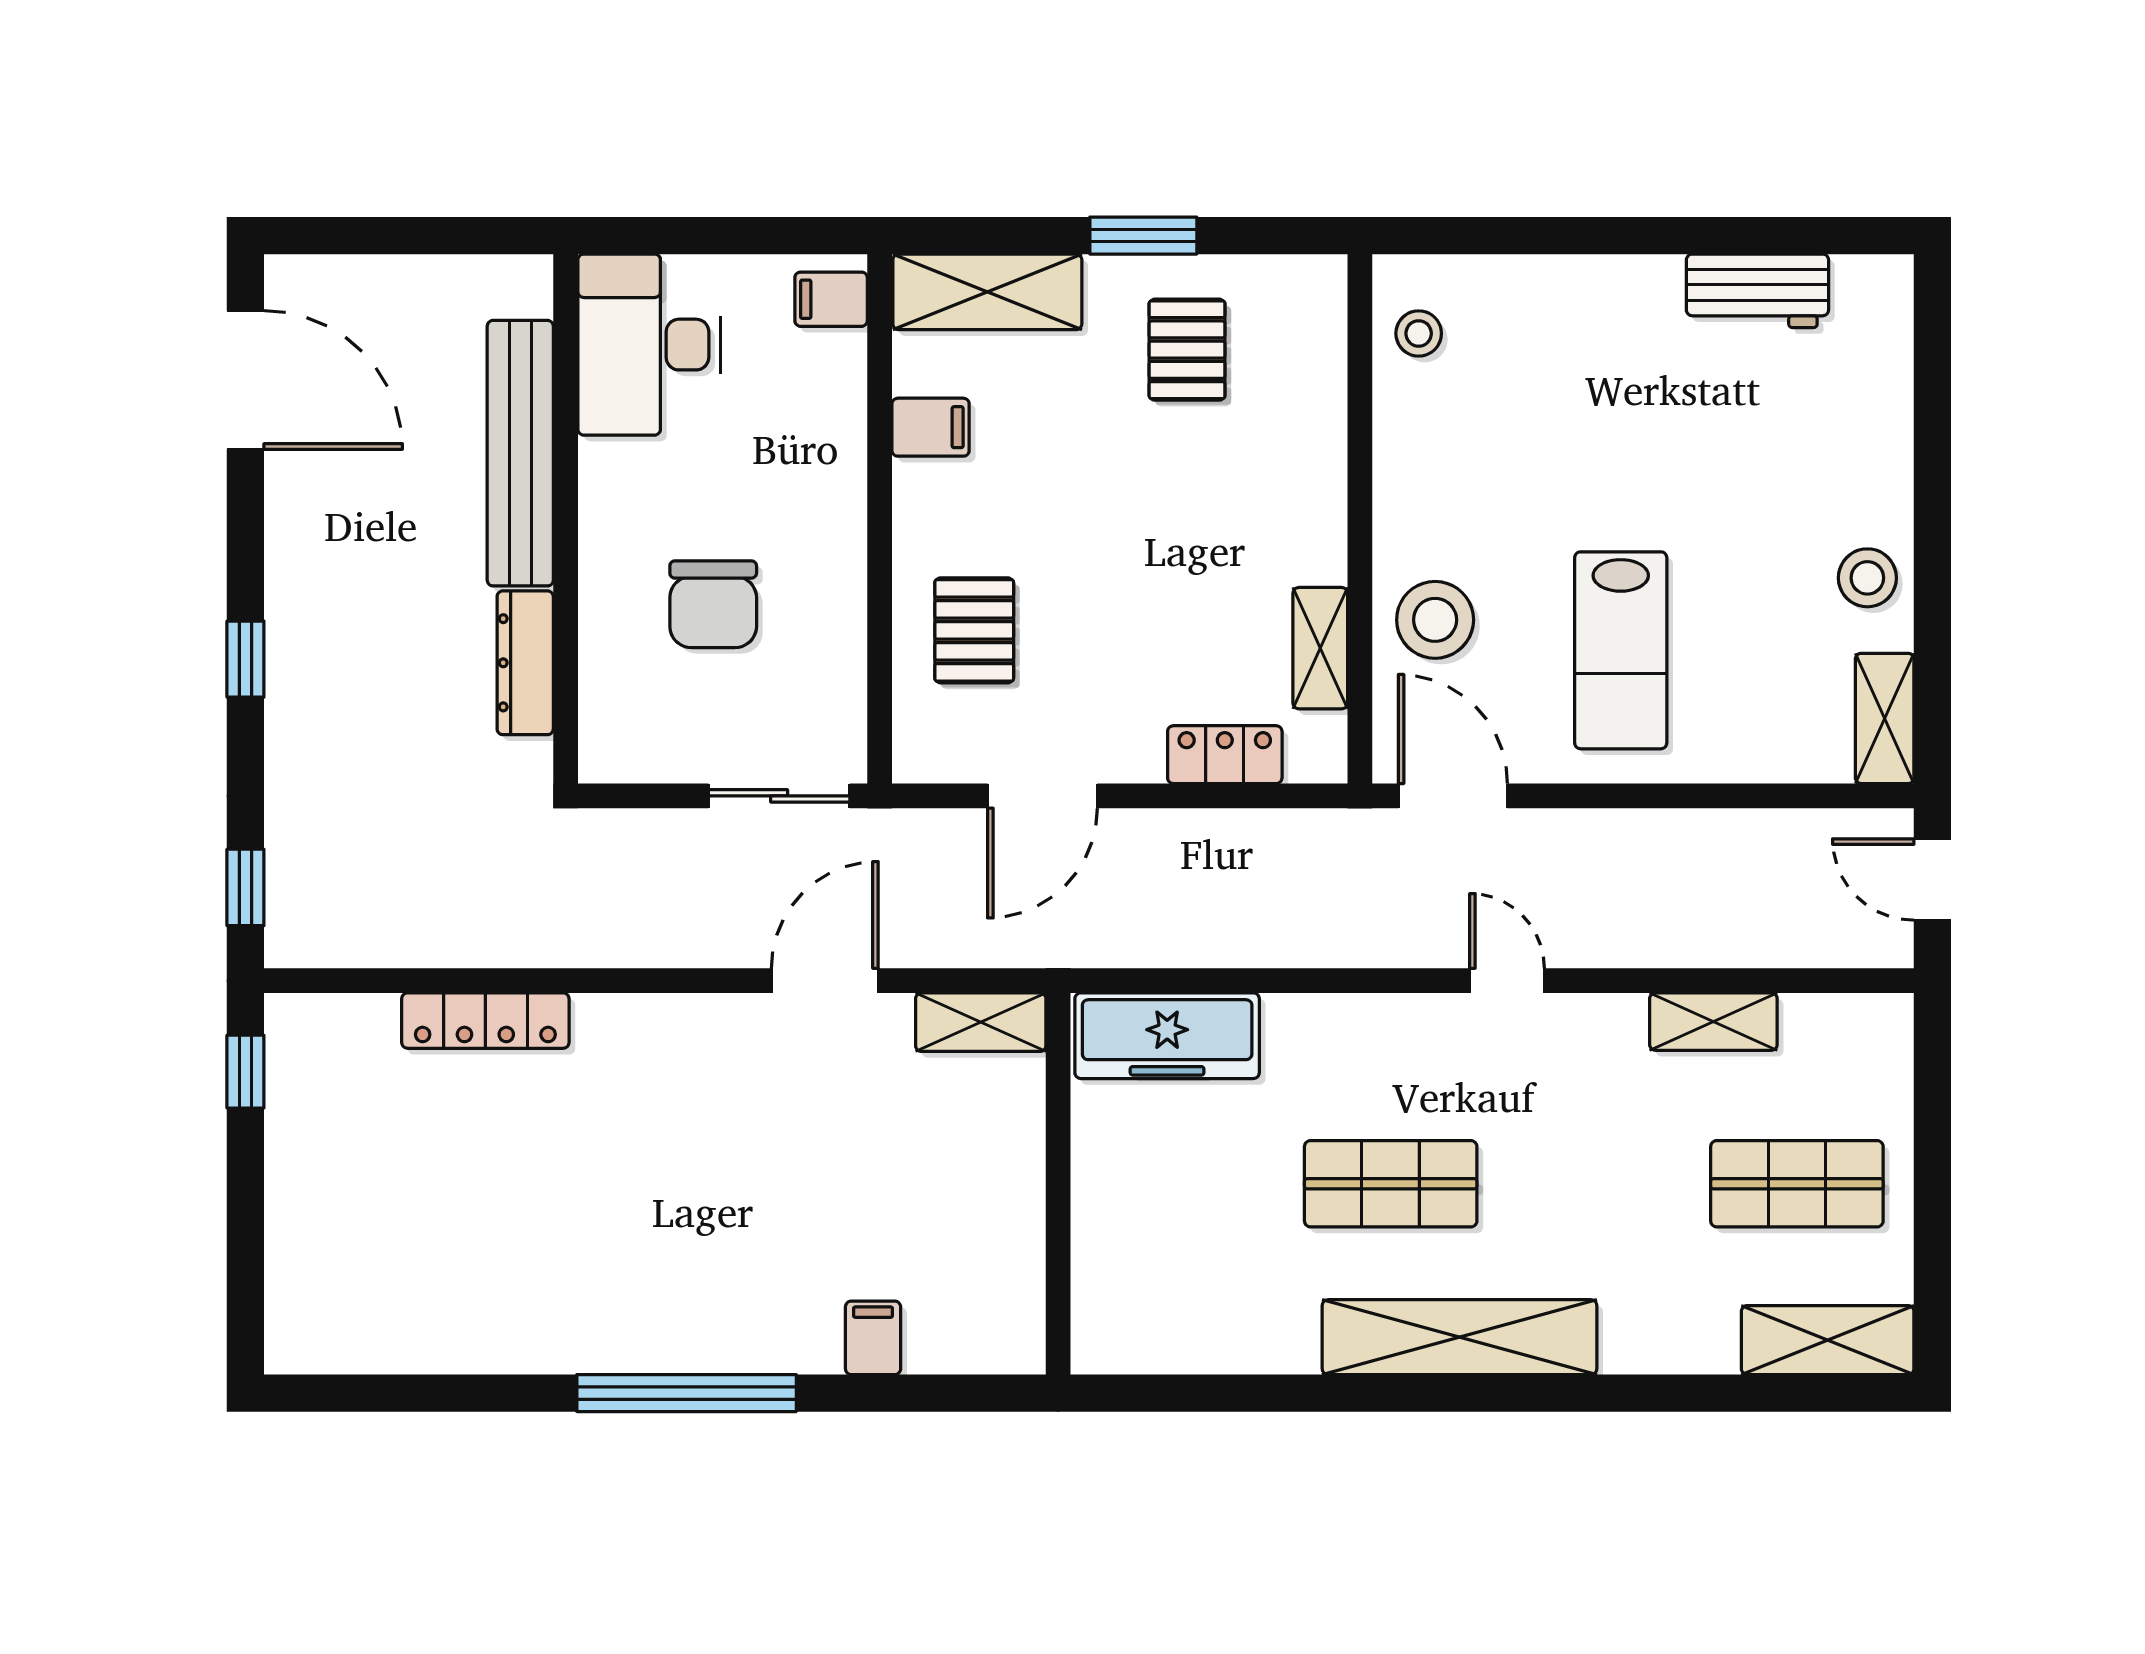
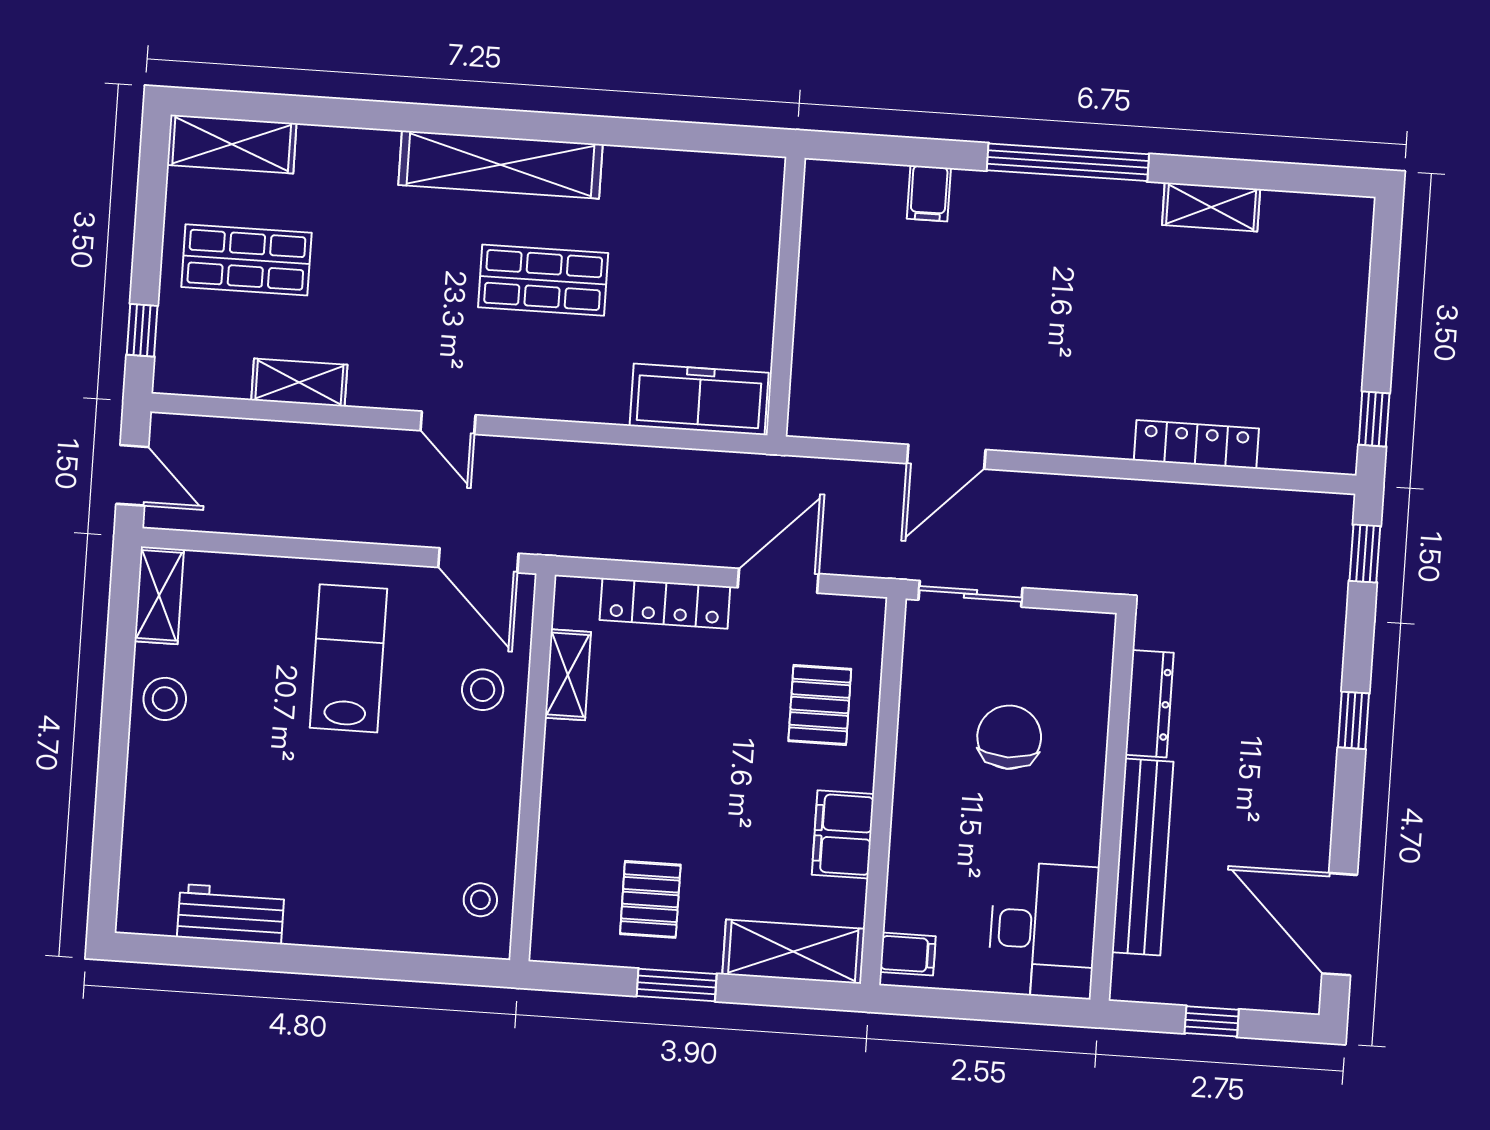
window: (411, 236) -> (1212, 1021), added
filing cabinet: (931, 427) -> (843, 834), width x2.00
stool: (1435, 620) -> (483, 690), width x0.73, depth x0.73
locker: (1225, 755) -> (665, 603), width x1.53
shelving: (981, 1022) -> (1211, 207), moved
window: (1932, 1078) -> (142, 330), added

